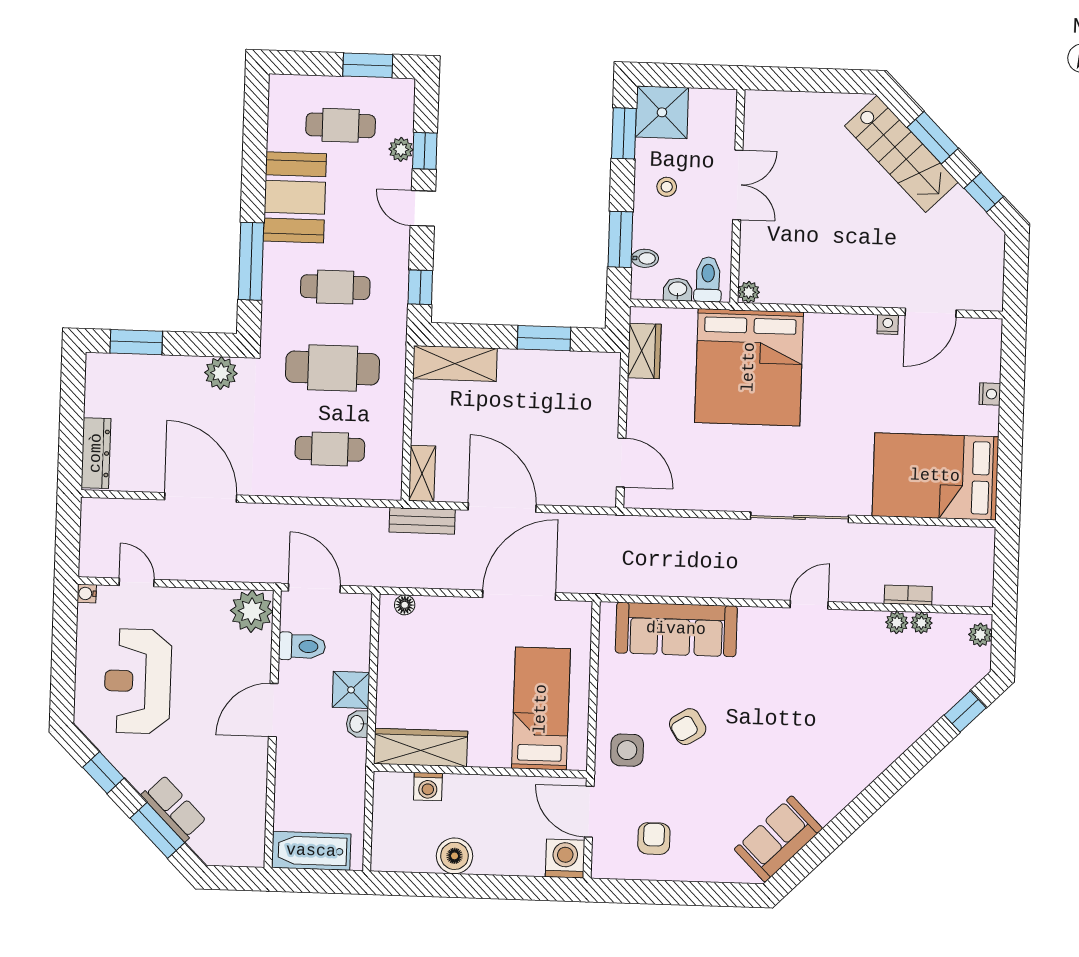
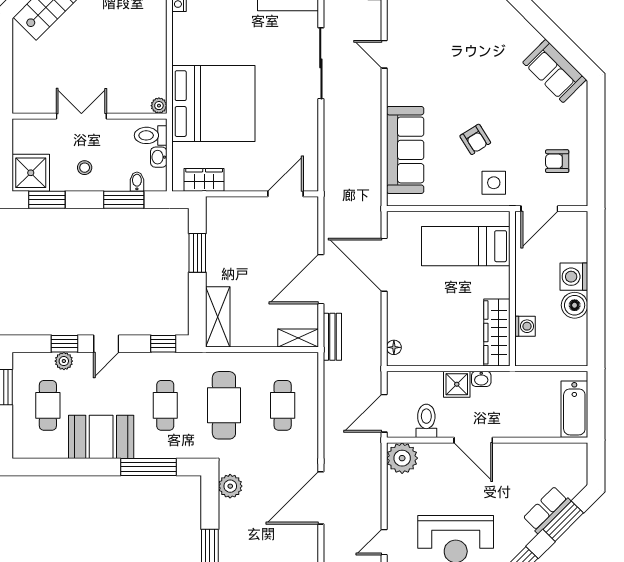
washing machine: (565, 859) -> (574, 277), moved

